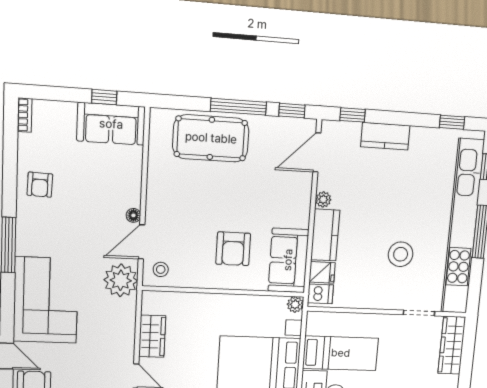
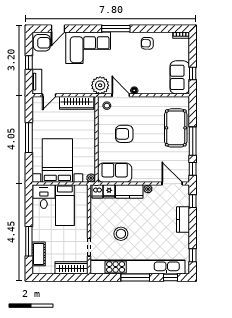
armchair: (233, 249) -> (124, 134), moved
wardrobe: (152, 336) -> (77, 103), width x1.50

